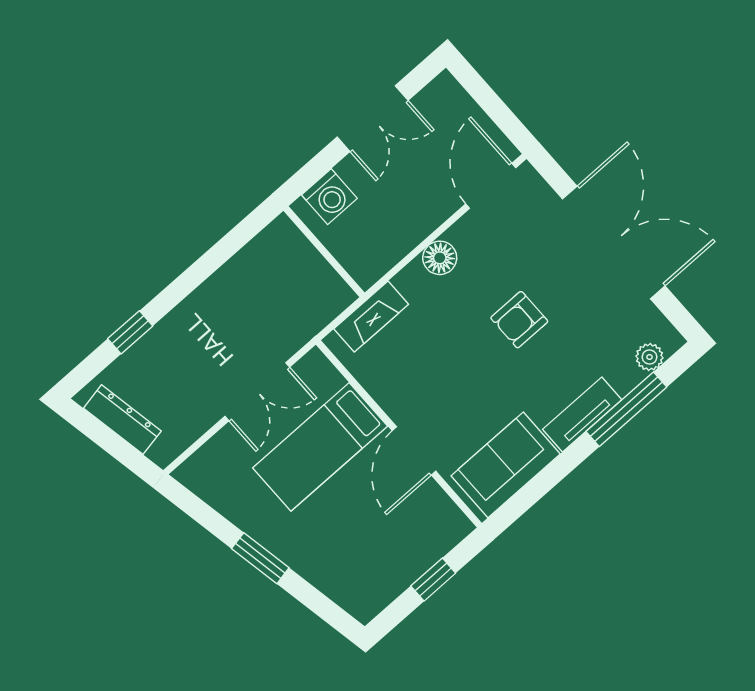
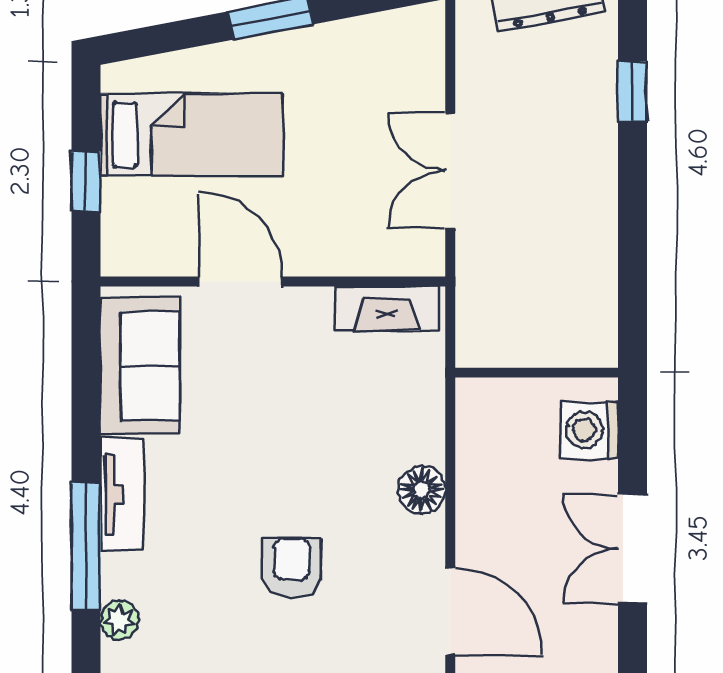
fireplace: (371, 317) -> (387, 308), moved, turned -90
armchair: (519, 320) -> (292, 567), moved
bed: (320, 447) -> (191, 135), moved, turned 90

